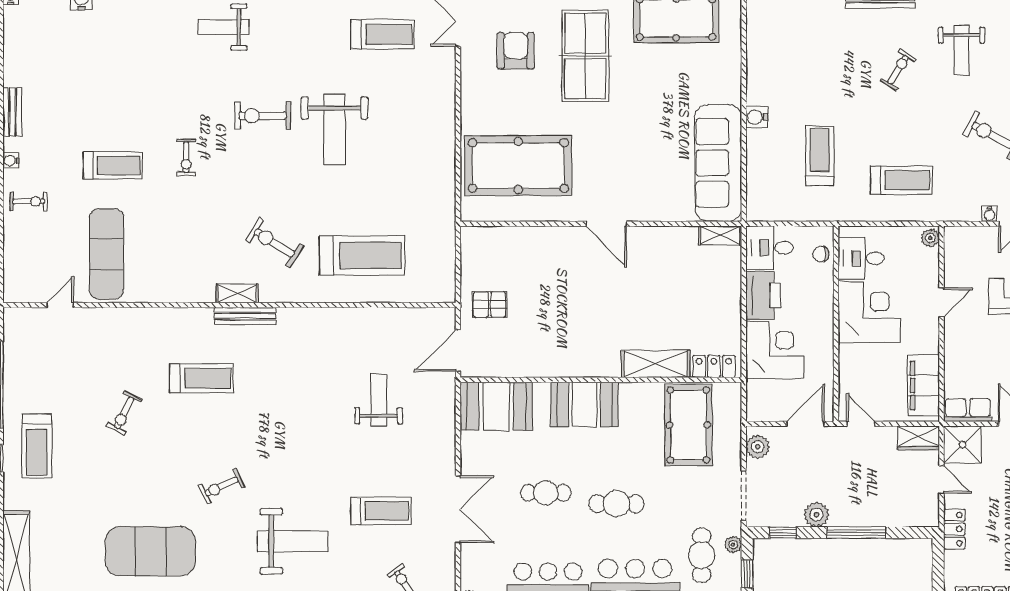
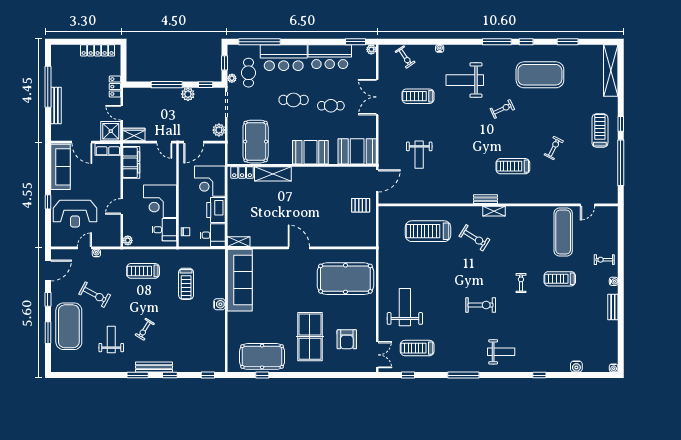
weight bench: (335, 129) -> (405, 307), moved
bench: (245, 316) -> (486, 199), width x0.73

